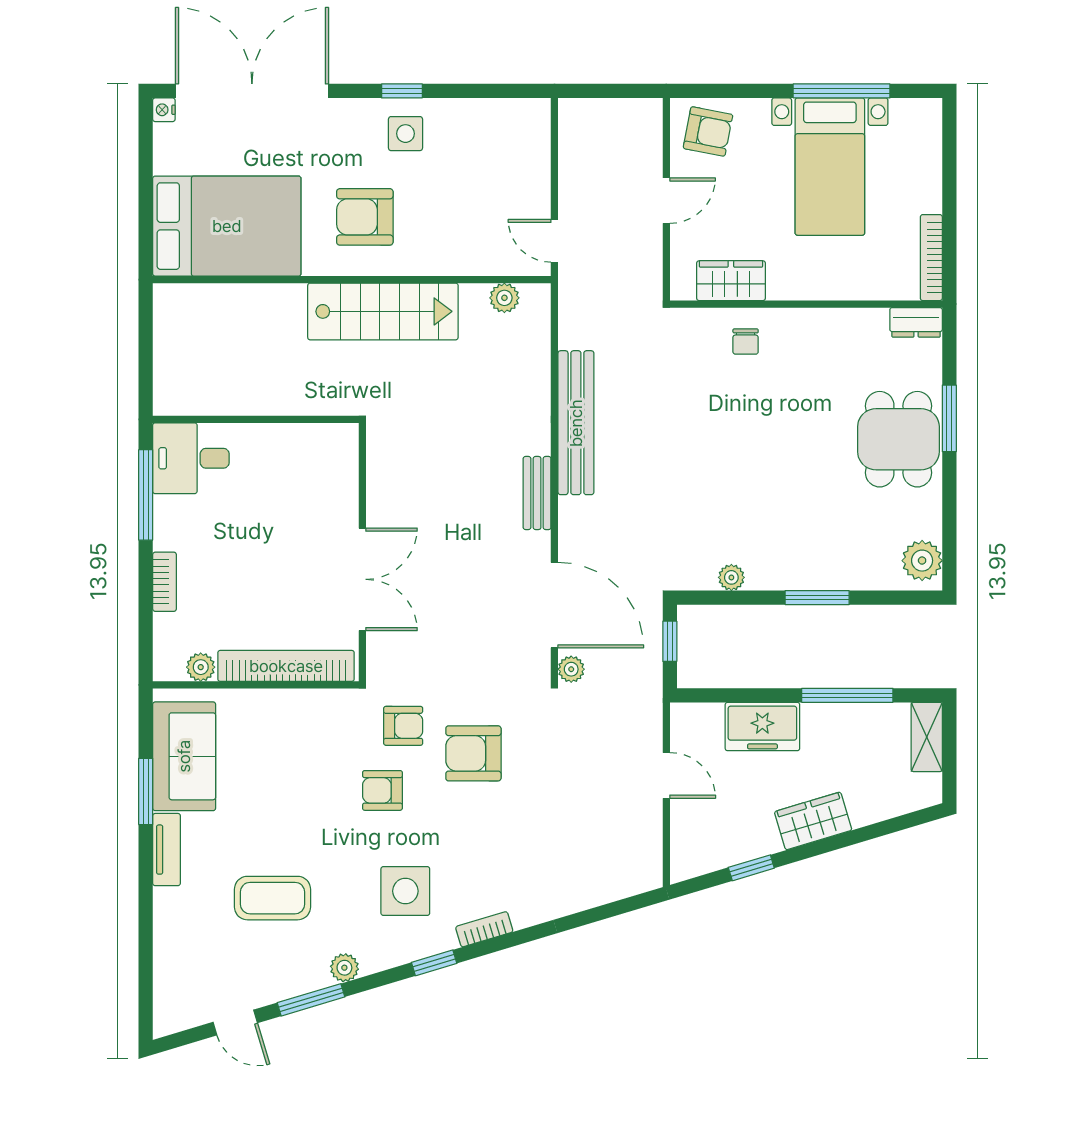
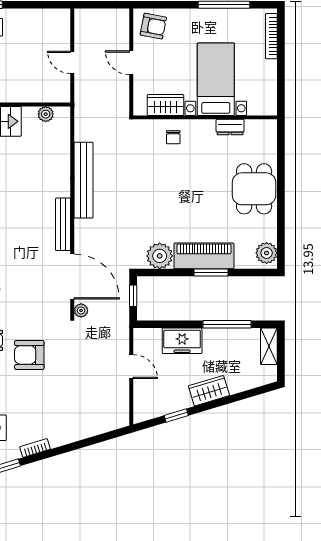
bed with nightstands: (830, 167) -> (216, 79), moved, turned 180
door: (666, 201) -> (131, 63), swing flipped
door: (554, 241) -> (72, 62), moved
bookcase: (931, 258) -> (271, 36), moved
dresser: (916, 322) -> (230, 127), moved
window: (949, 418) -> (281, 178), removed
bench: (537, 493) -> (63, 224), width x1.36
piano: (804, 566) -> (204, 256), added
plant: (731, 577) -> (160, 256), width x1.88, depth x1.88

